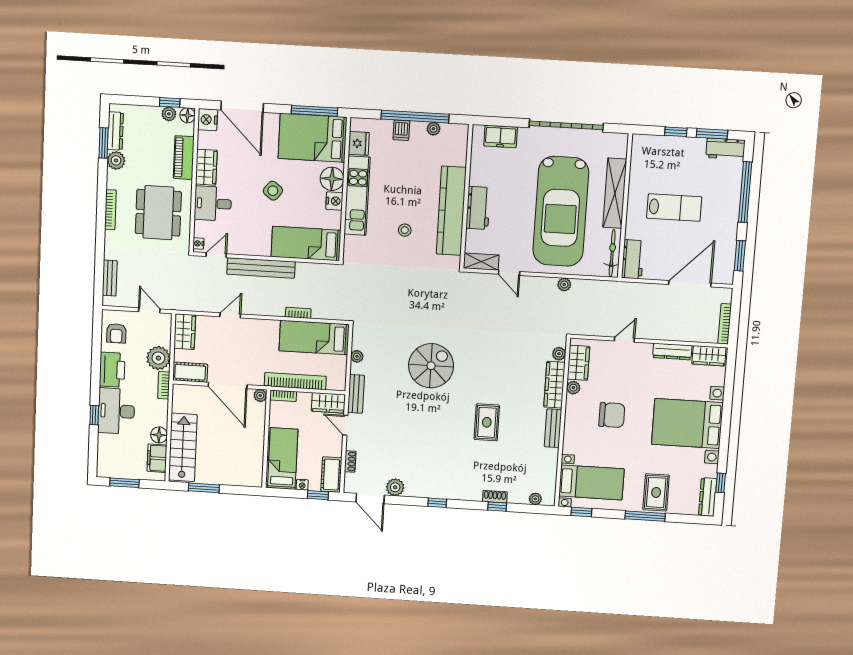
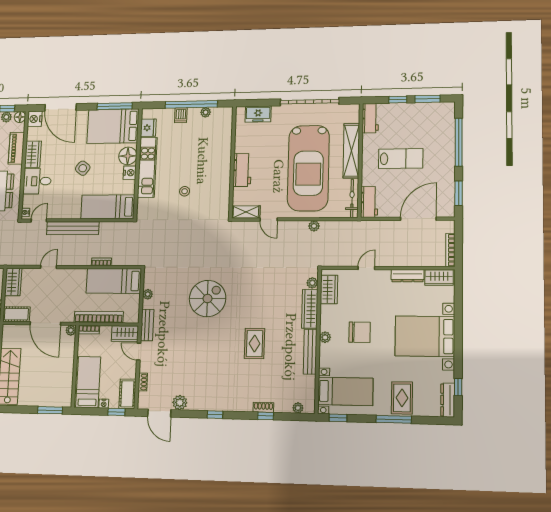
workbench: (725, 149) -> (370, 118), moved, turned -90
kitchen counter: (451, 211) -> (221, 174), removed
plant: (573, 388) -> (325, 337), moved
bench: (553, 428) -> (310, 352), width x1.36
window: (204, 488) -> (50, 410), moved

